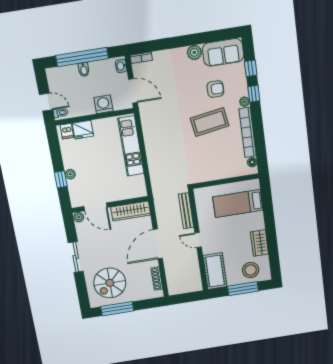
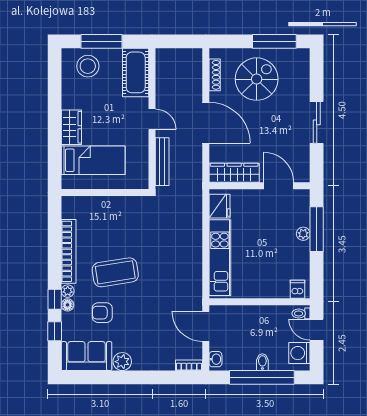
washing machine: (103, 104) -> (299, 353), moved, turned 90
fridge: (83, 130) -> (219, 206), moved, turned 90
floor lamp: (252, 162) -> (67, 305), moved
window: (61, 179) -> (317, 229), width x2.17
plant: (79, 217) -> (303, 176), removed
wardrobe: (259, 243) -> (71, 127), moved
door: (158, 244) -> (206, 123), hinge flipped
spiral stairs: (110, 283) -> (257, 79), moved

